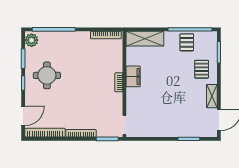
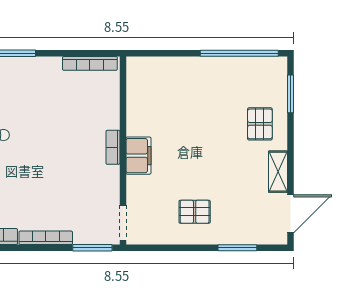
shelving: (145, 39) -> (159, 70), removed
pallet: (187, 42) -> (195, 212), moved, turned 90
filing cabinet: (133, 76) -> (138, 156), moved

